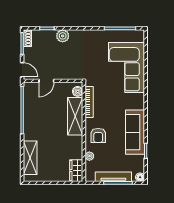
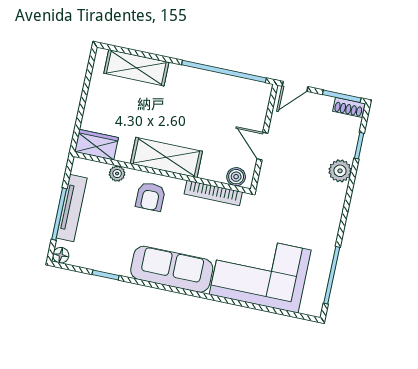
door: (46, 81) -> (262, 146), moved
shelving: (75, 116) -> (166, 157), moved
sofa: (135, 132) -> (172, 269), moved
armchair: (98, 135) -> (151, 197), turned -90

